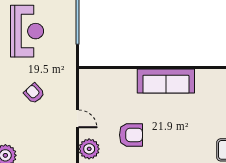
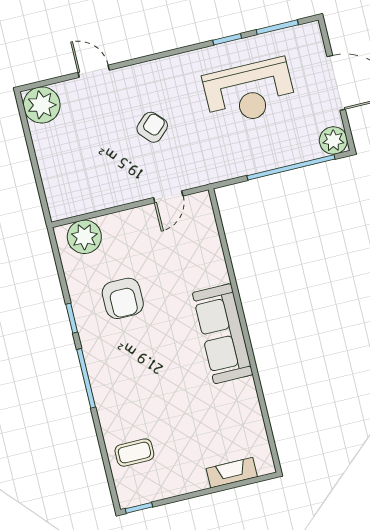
door: (77, 119) -> (168, 197), moved

